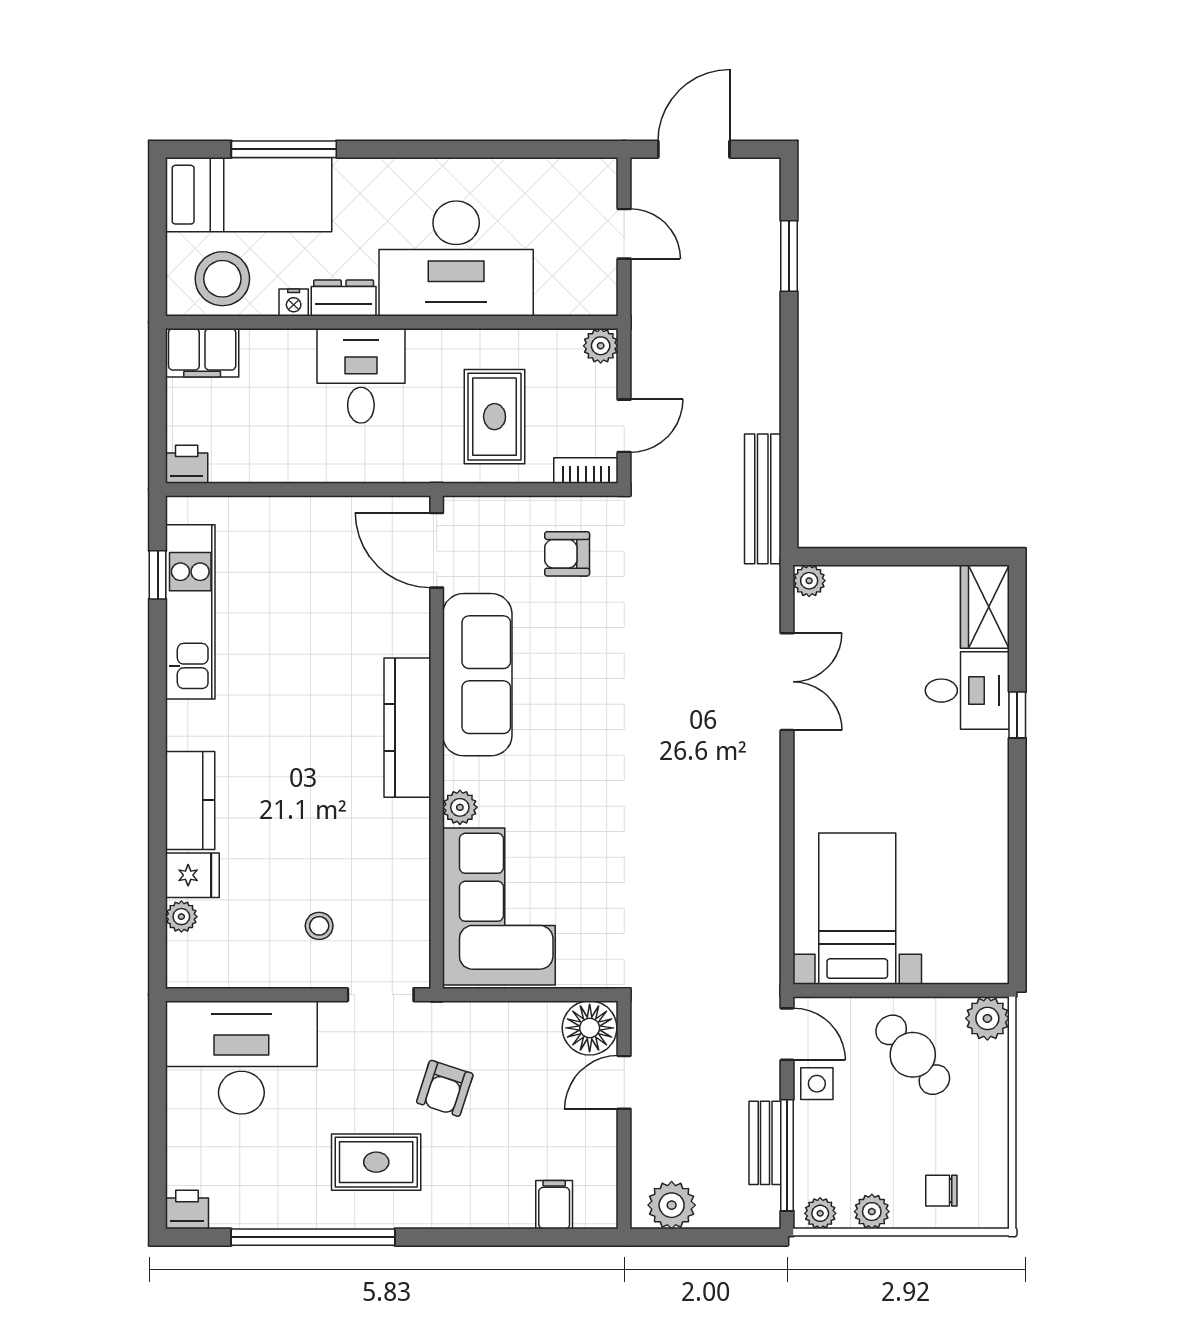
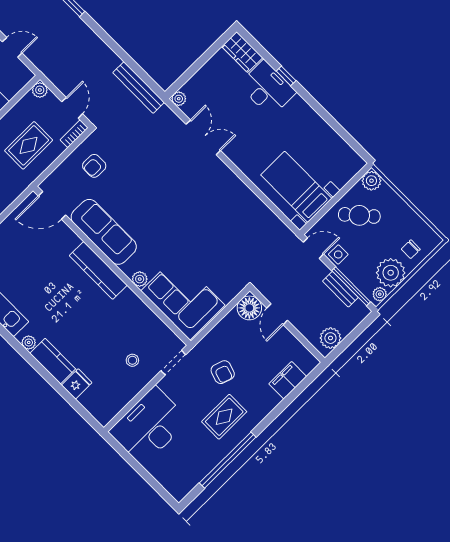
rug: (495, 417) -> (29, 145), turned 90
desk: (967, 691) -> (267, 88), width x1.37
plant: (181, 917) -> (29, 342), moved
filing cabinet: (554, 1205) -> (288, 380), width x2.00
printer: (187, 1210) -> (179, 491), removed
plant: (872, 1212) -> (391, 273), width x1.88, depth x1.88

